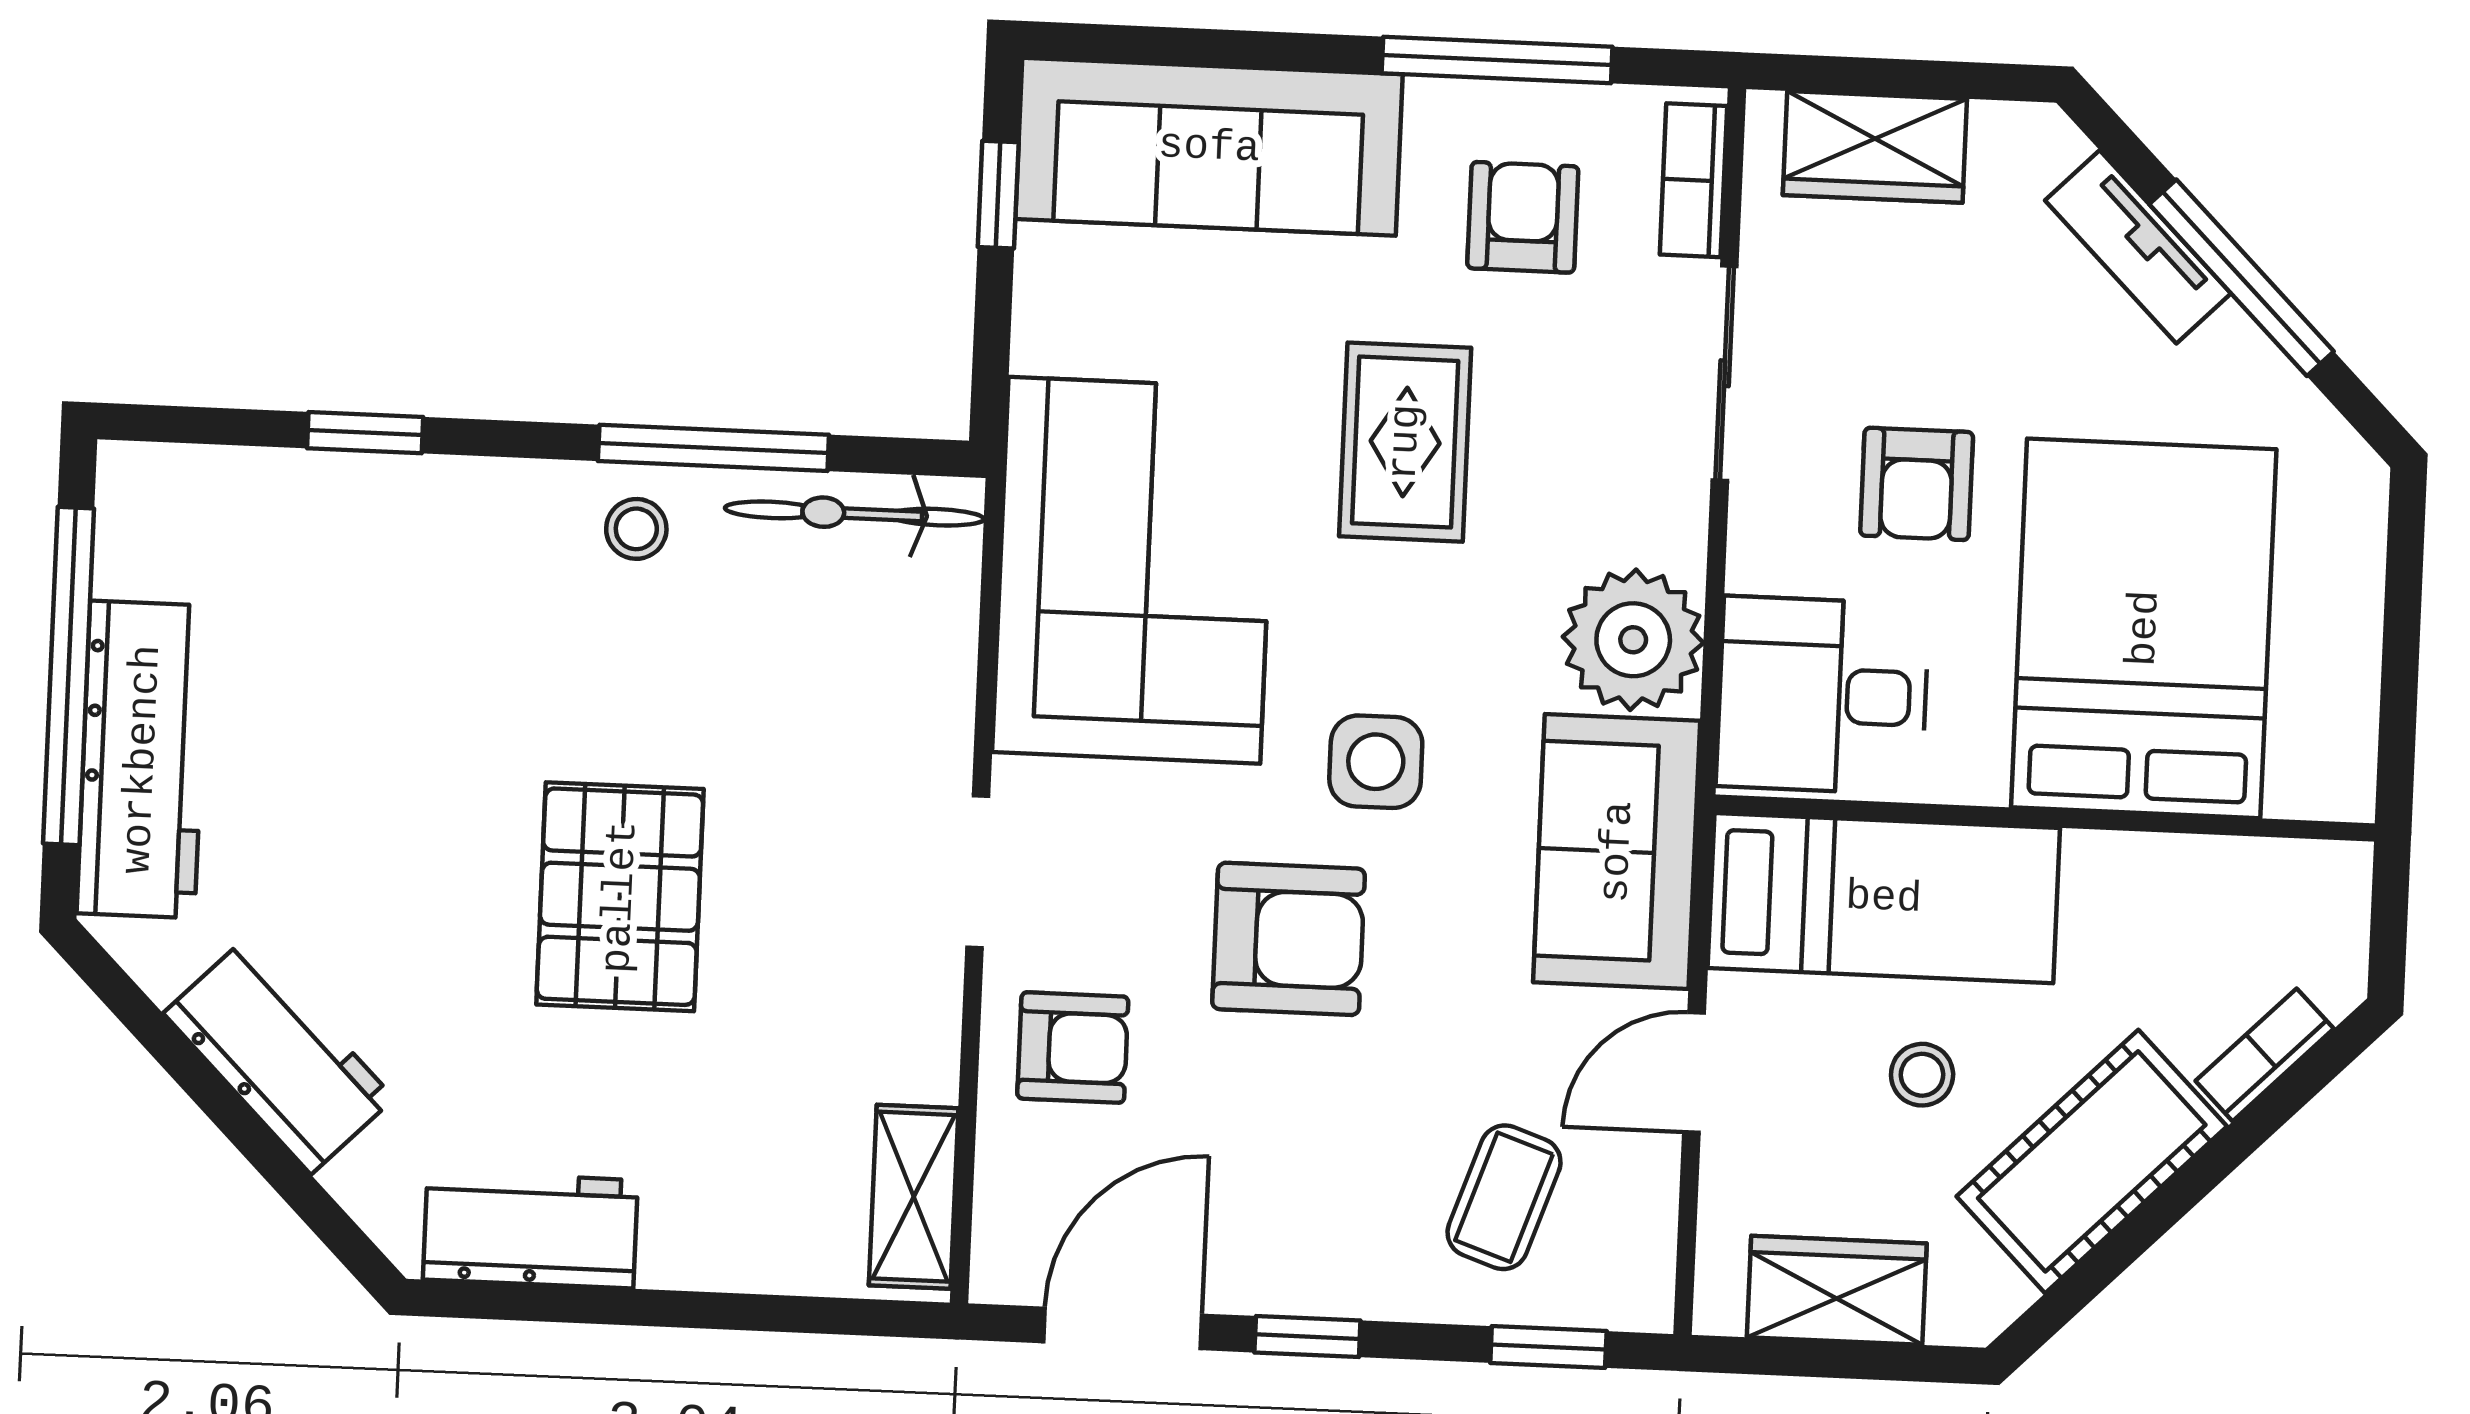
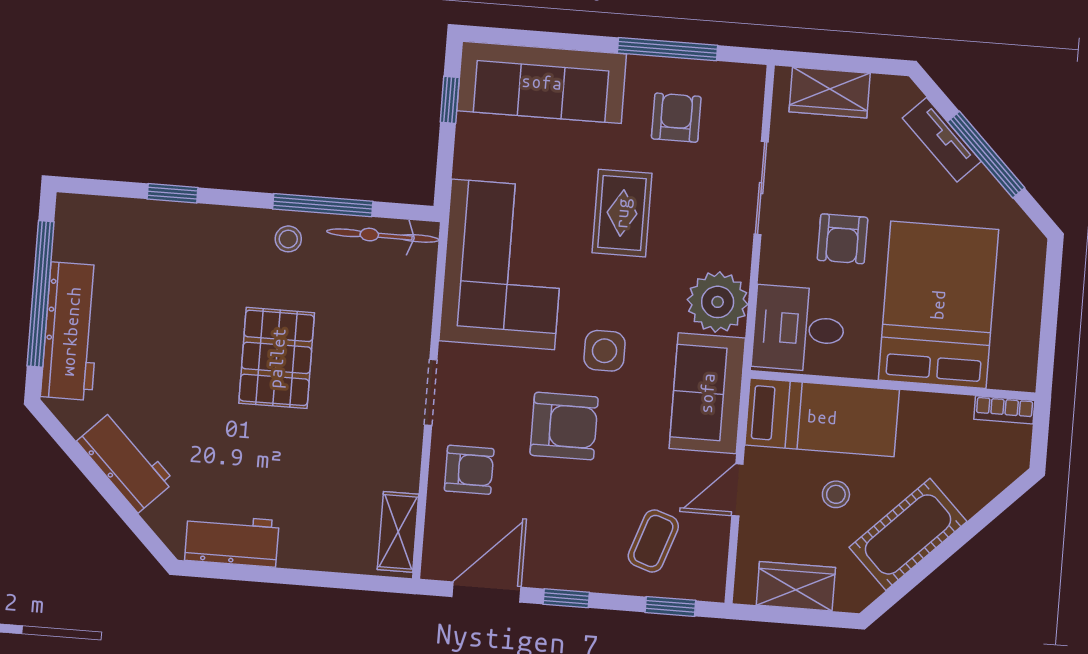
bookcase: (1693, 180) -> (751, 104), removed
pallet: (620, 897) -> (277, 358), moved
bookcase: (2265, 1055) -> (1004, 410), moved, turned -135

